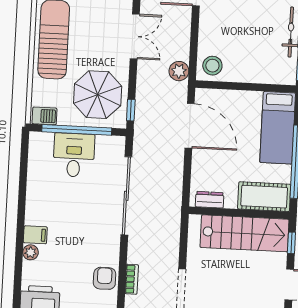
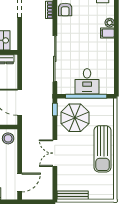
plant: (179, 71) -> (28, 134), removed
barbecue: (44, 116) -> (106, 104), removed

